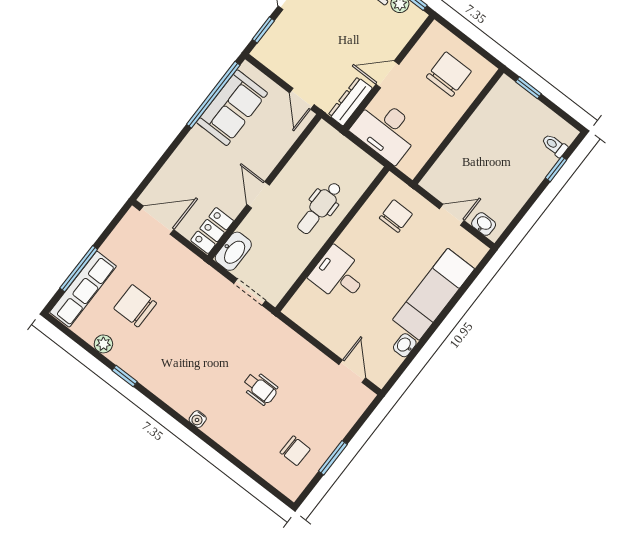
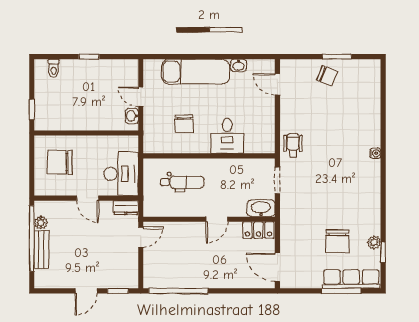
dresser: (350, 101) -> (126, 208), width x0.70
sofa: (232, 108) -> (178, 274), removed
window: (556, 169) -> (89, 57), moved
dental chair: (319, 208) -> (182, 182), moved
chair: (396, 216) -> (184, 124), moved, turned -90
washbasin: (484, 224) -> (132, 116), moved
door: (352, 371) -> (277, 84), hinge flipped
window: (125, 376) -> (383, 252), moved
wheelchair: (260, 388) -> (293, 145), moved
chair: (295, 451) -> (327, 76), moved, turned 111

